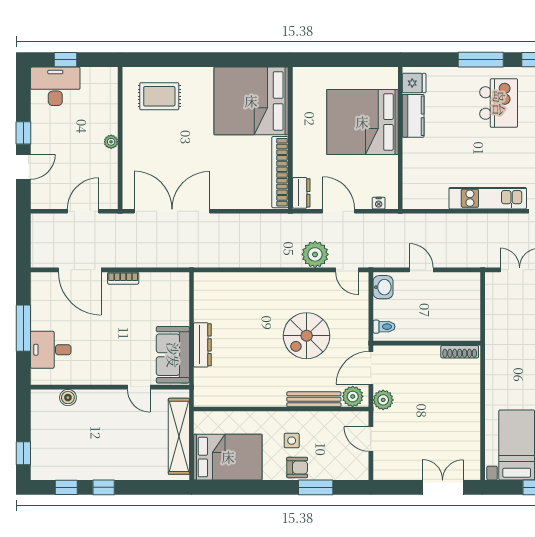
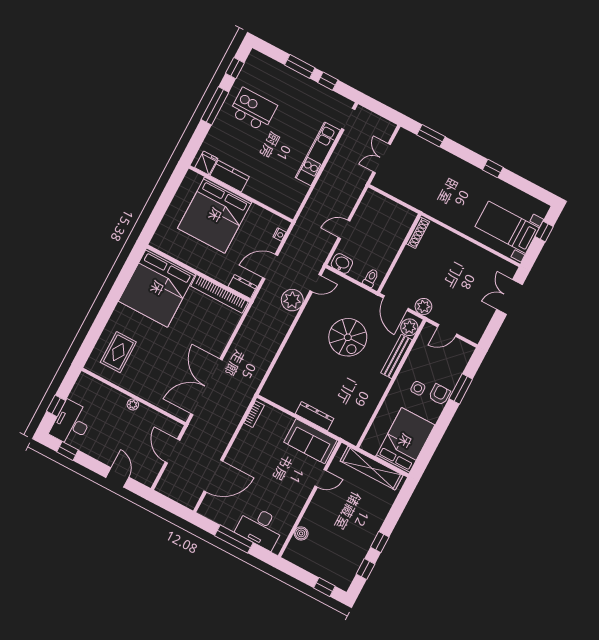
window: (23, 133) -> (67, 451), moved
bookcase: (123, 278) -> (254, 414), moved
desk: (51, 350) -> (260, 528), width x1.37

